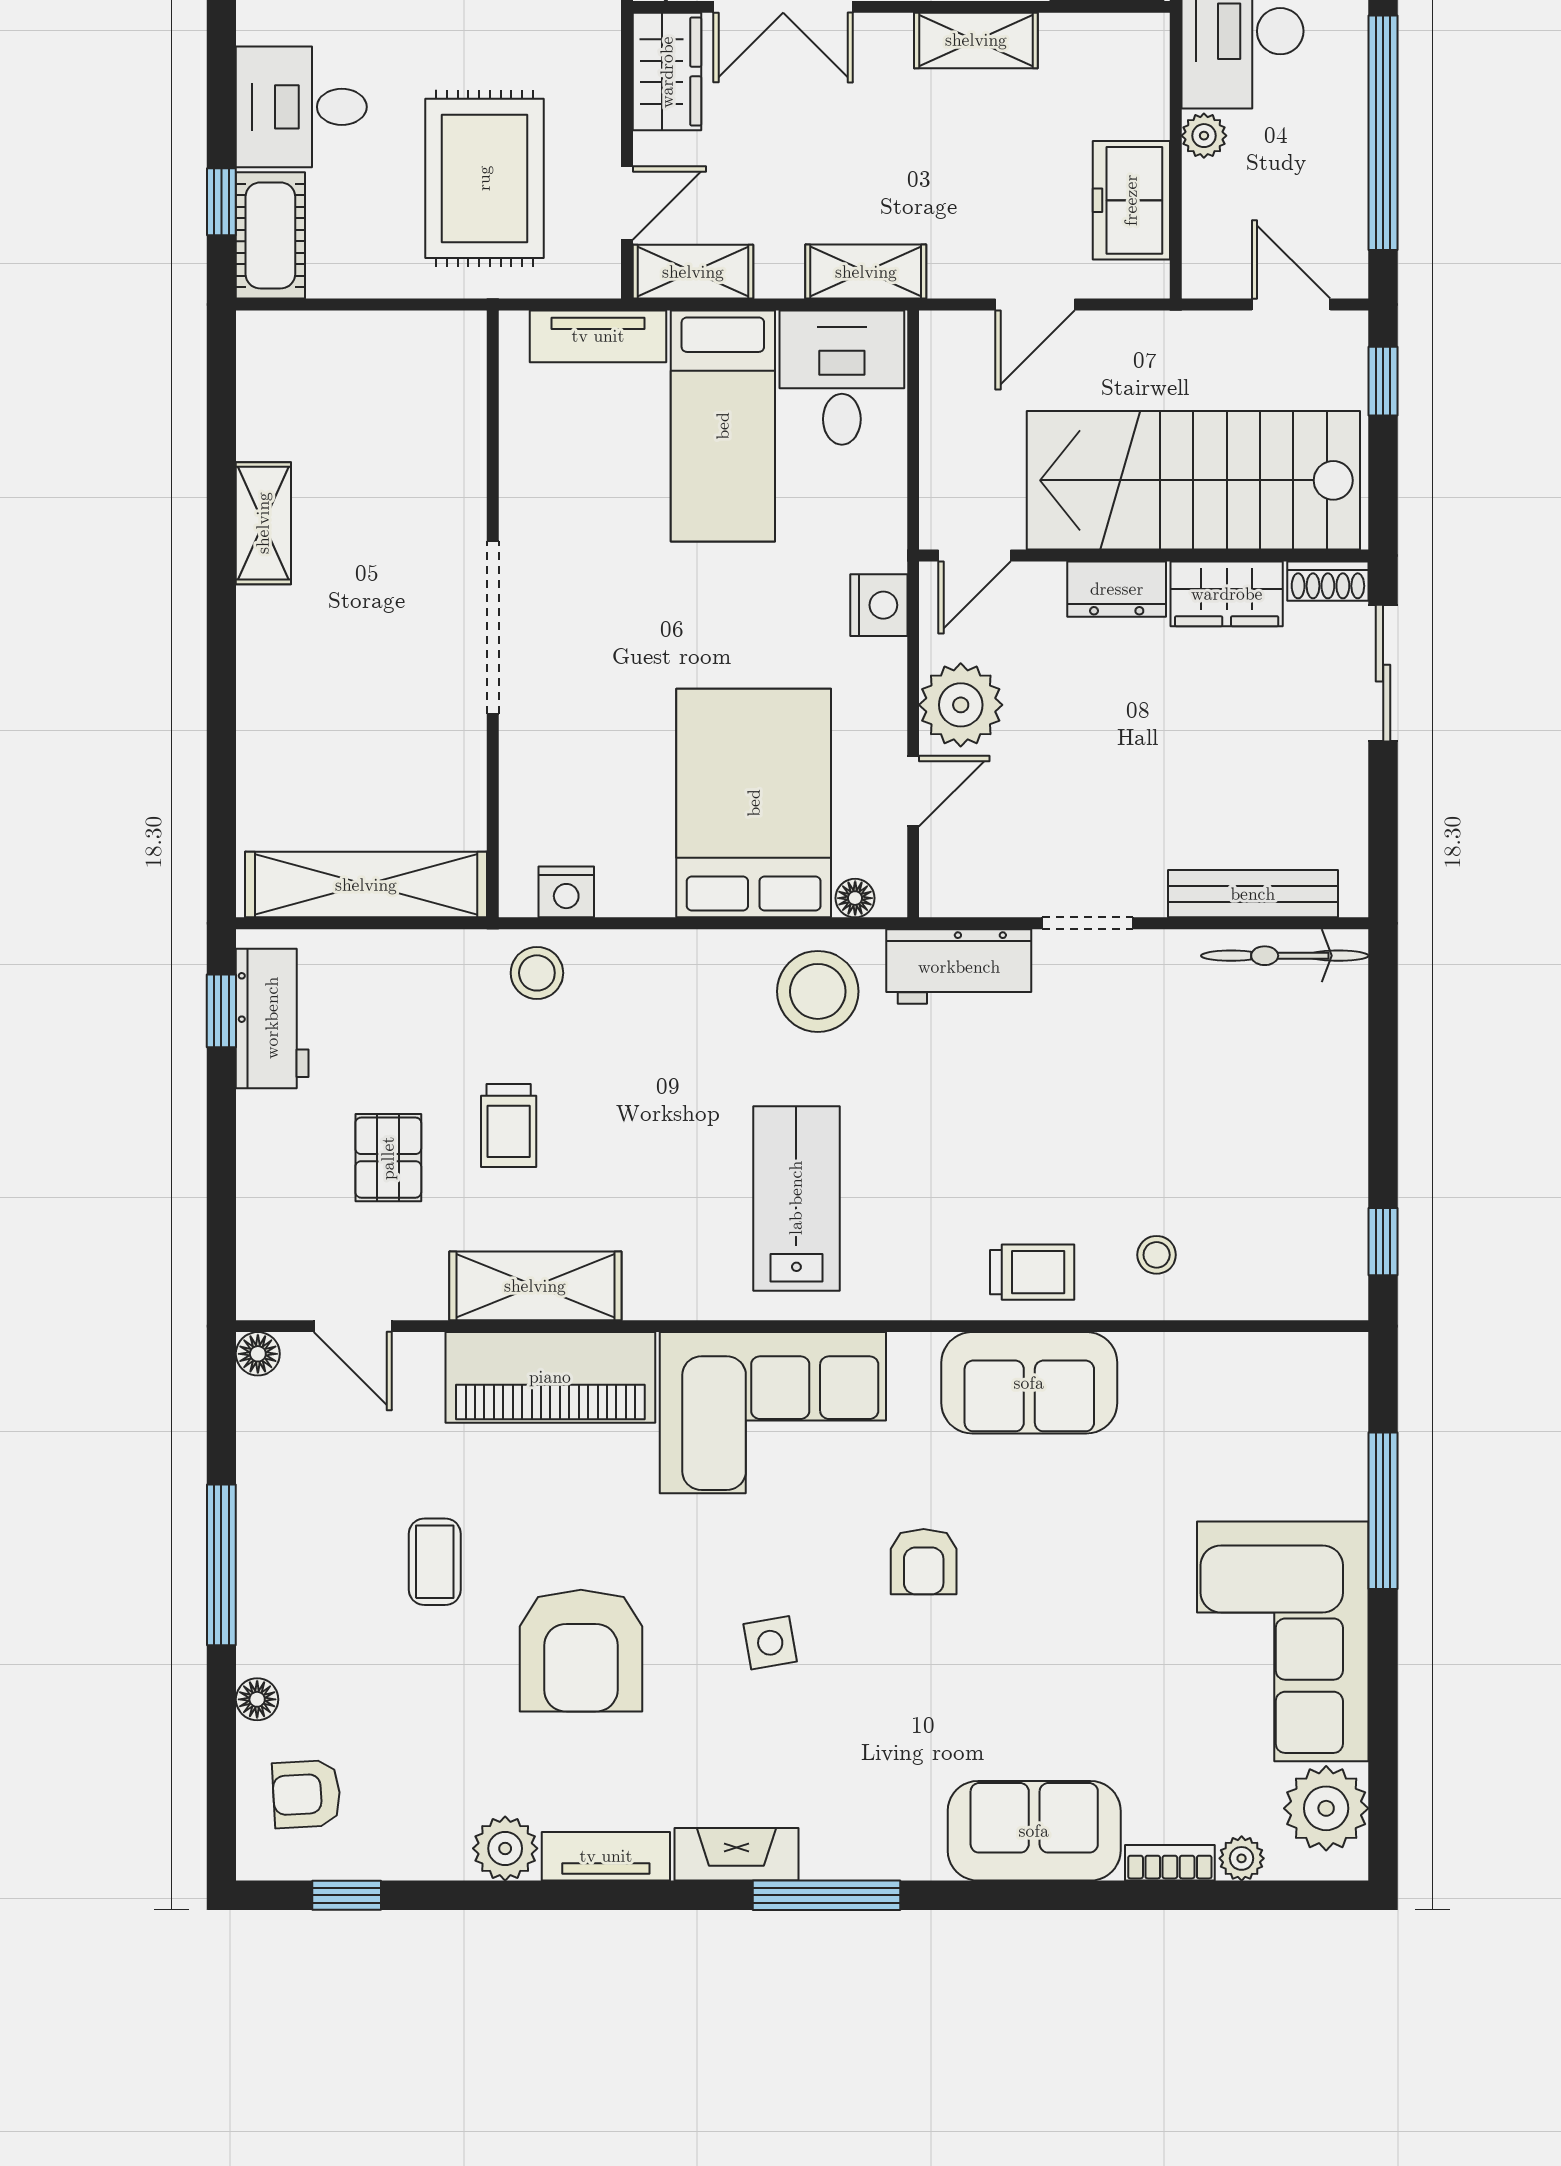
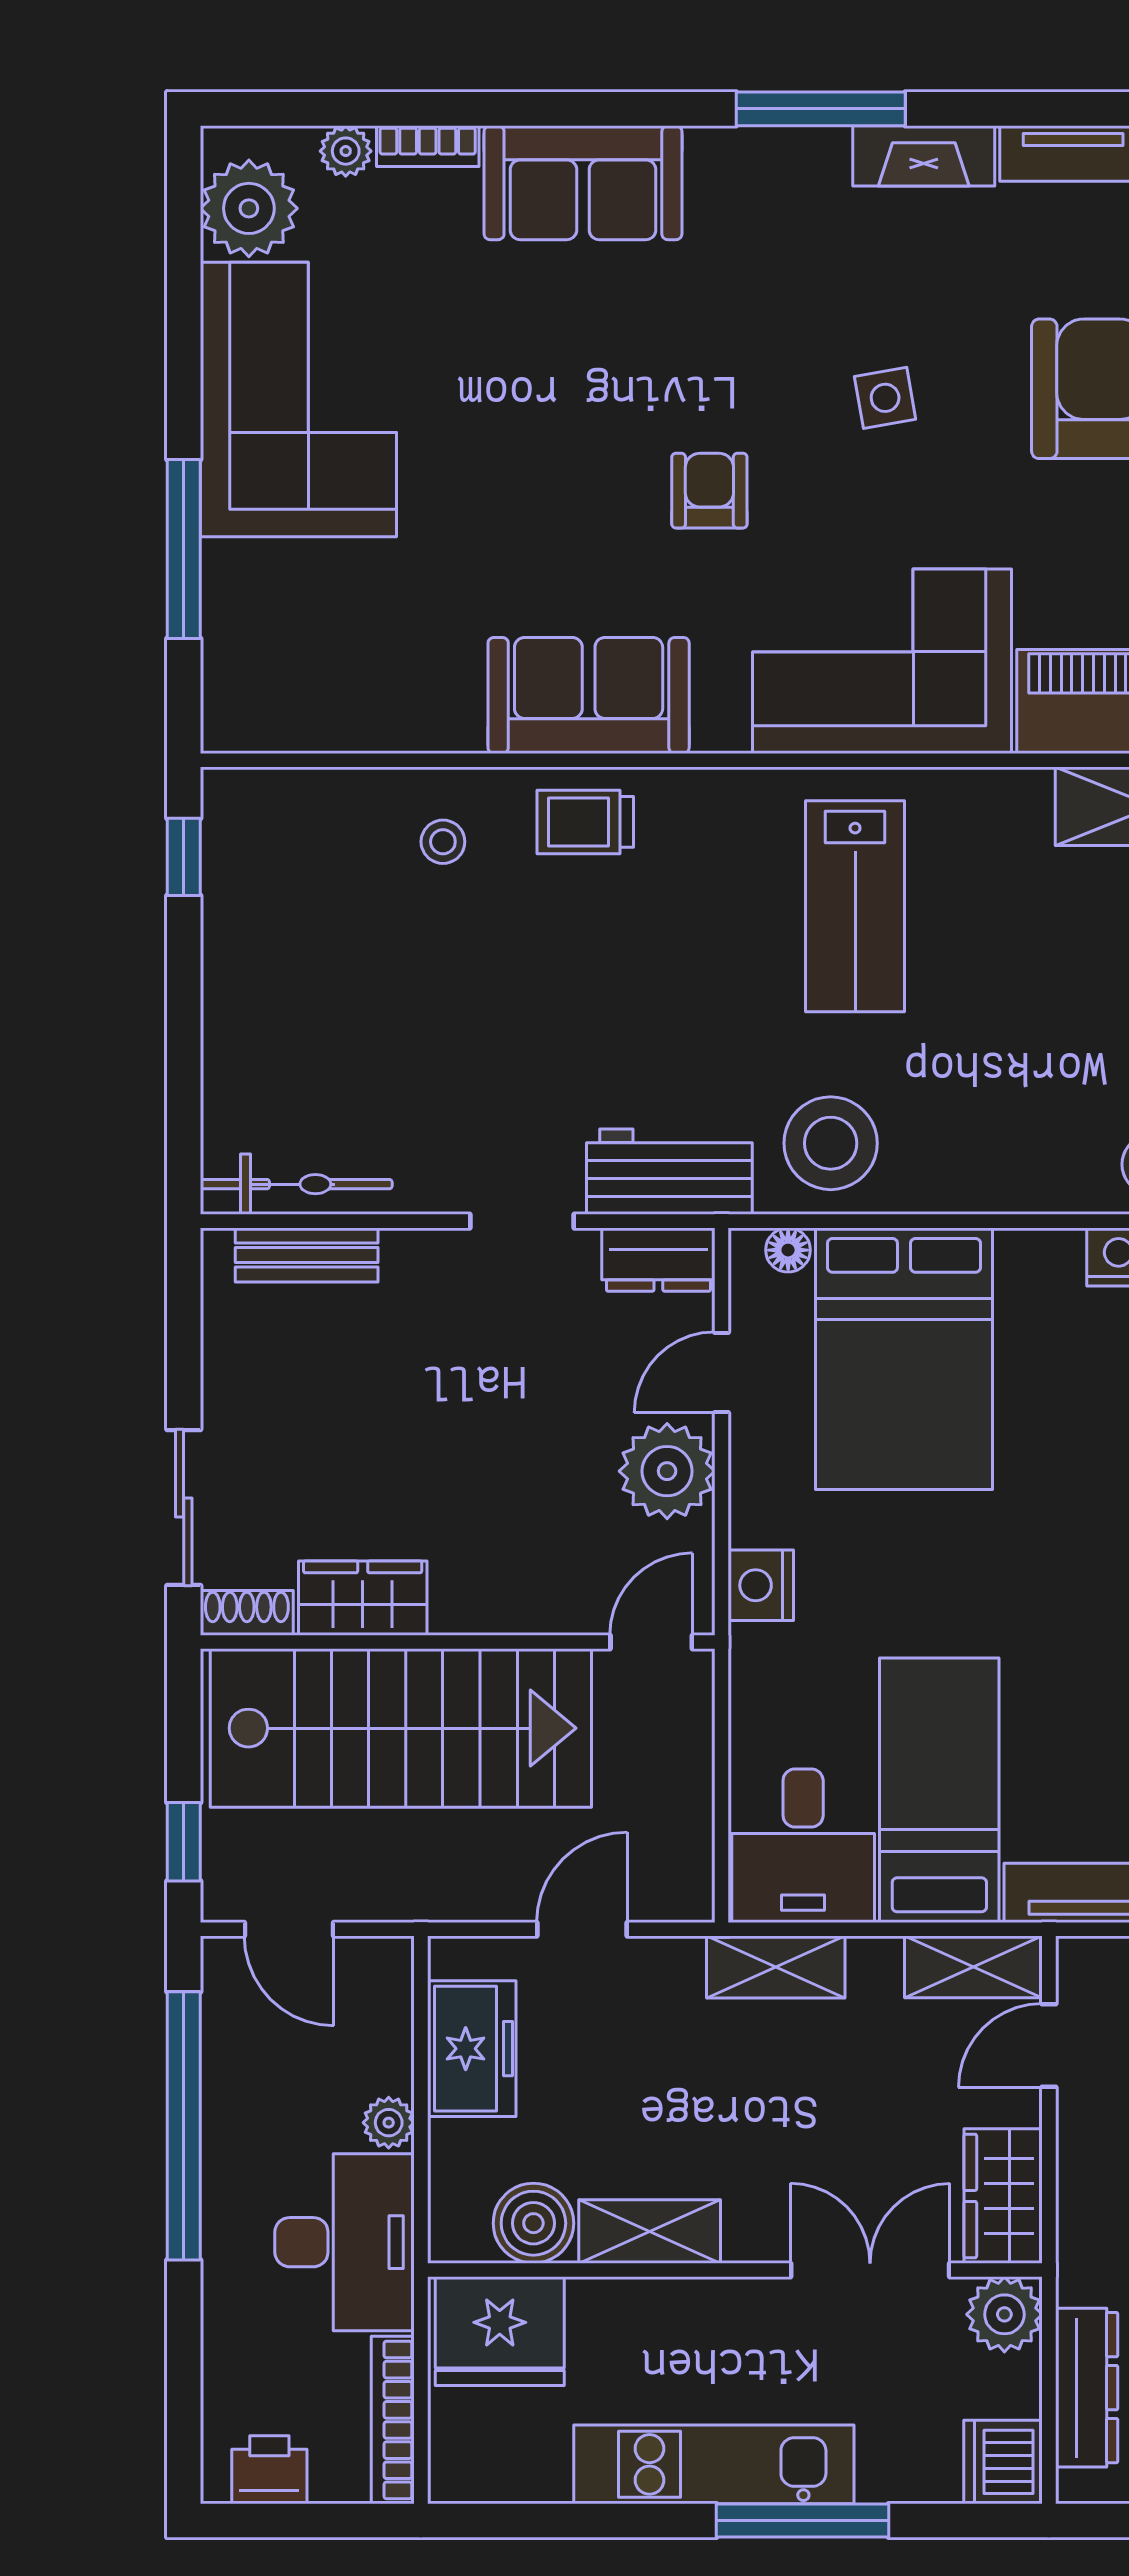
boiler: (1077, 48) -> (533, 2223), added
dresser: (1117, 589) -> (658, 1260), moved, turned 180
bench: (1253, 894) -> (307, 1255), width x0.73

